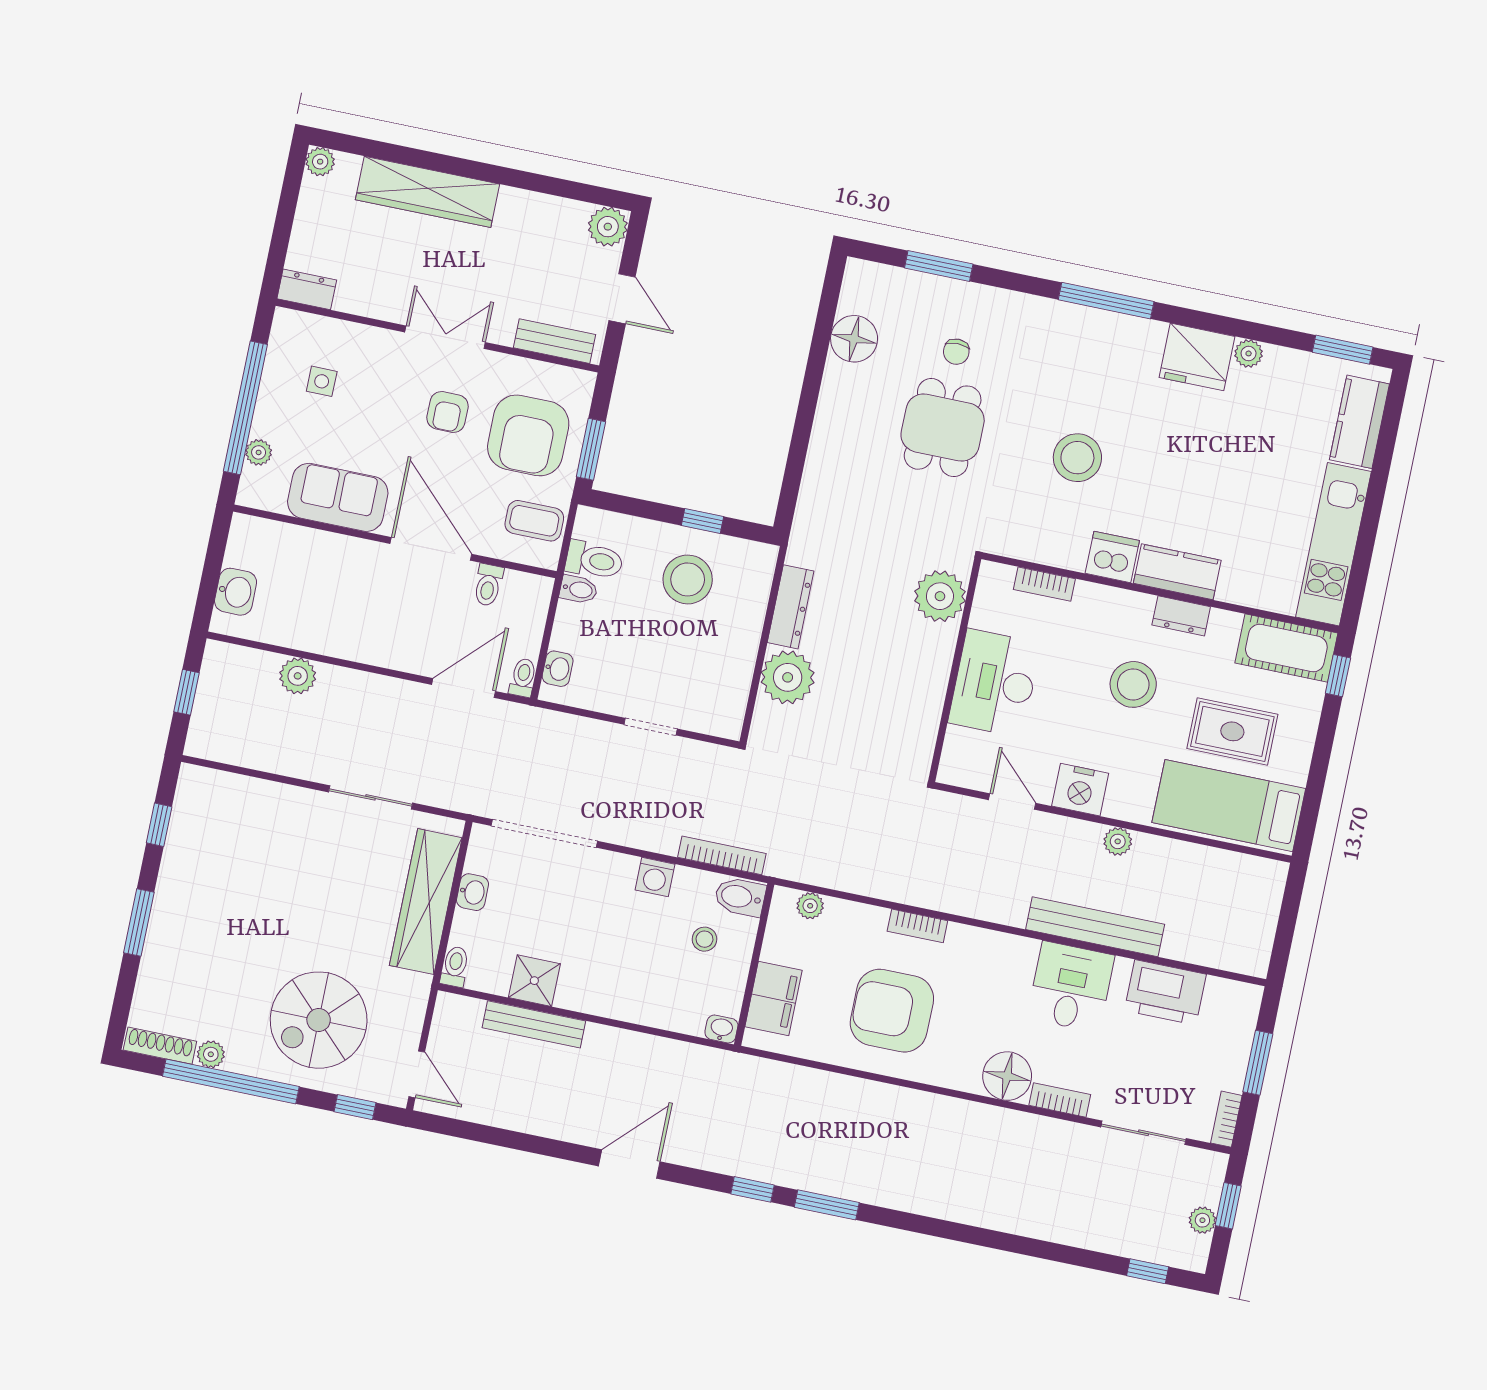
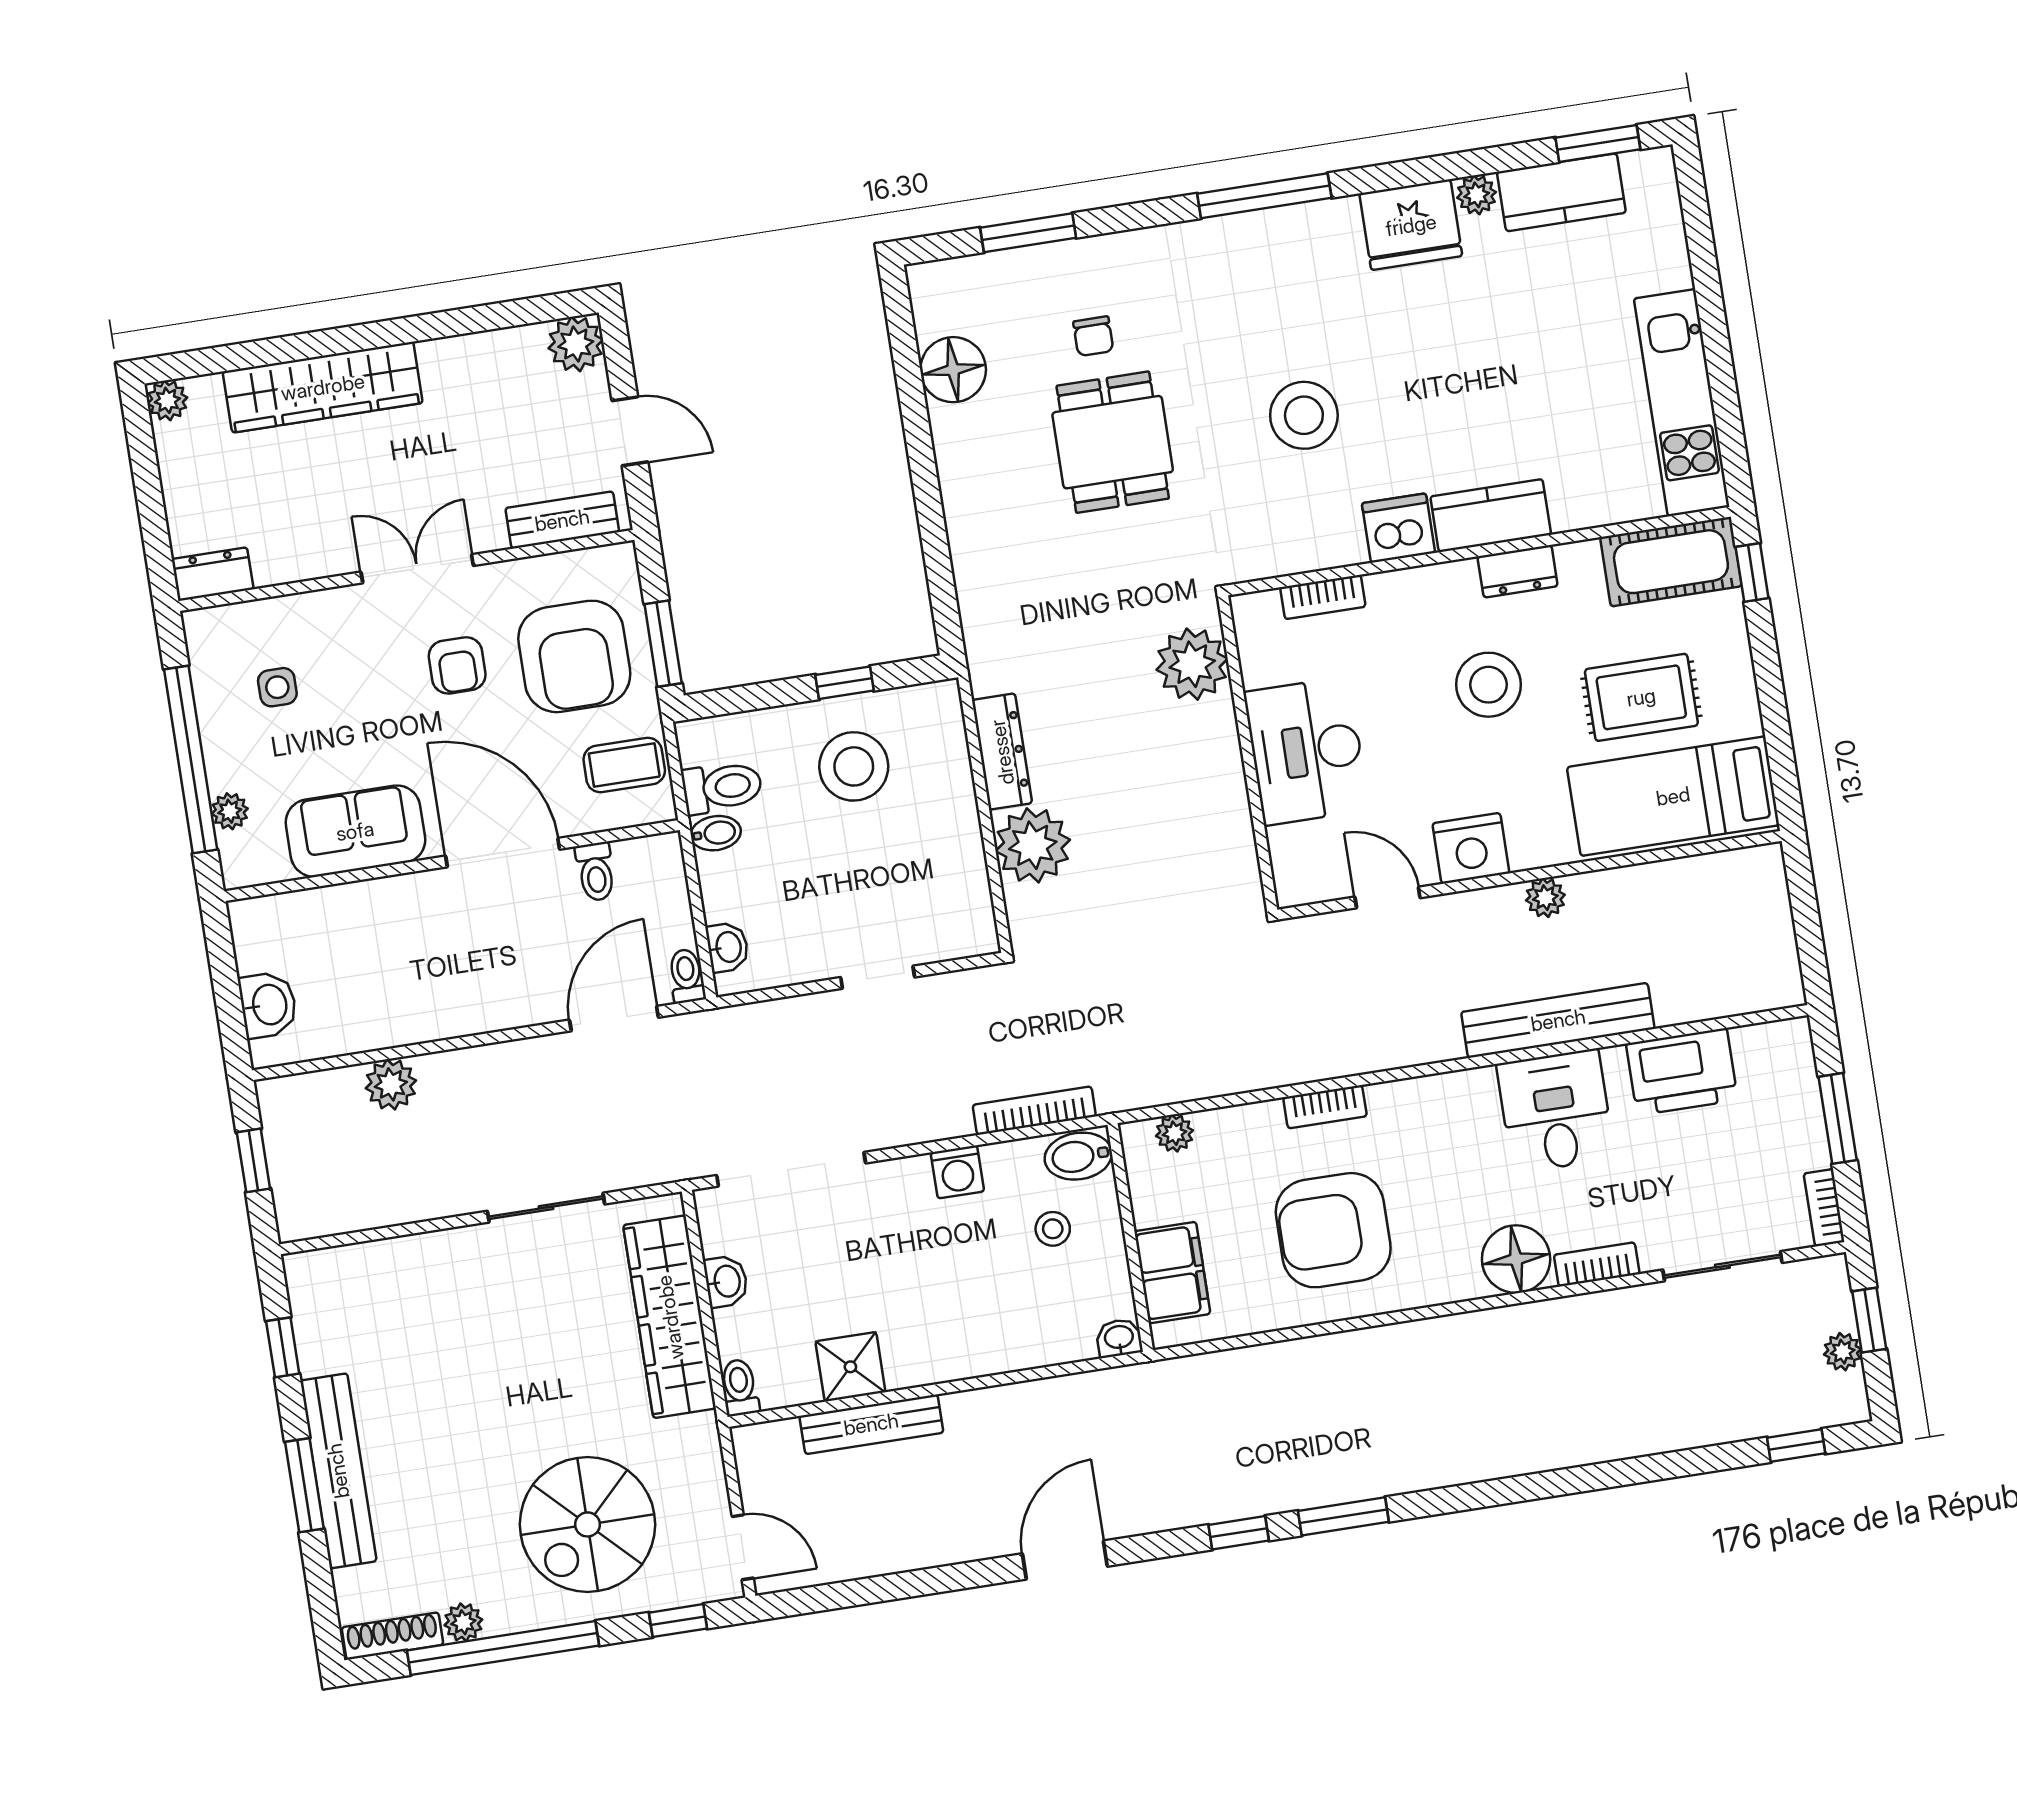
kitchen counter: (1359, 422) -> (1561, 192), moved, turned -90
bench: (165, 921) -> (338, 1471), added

